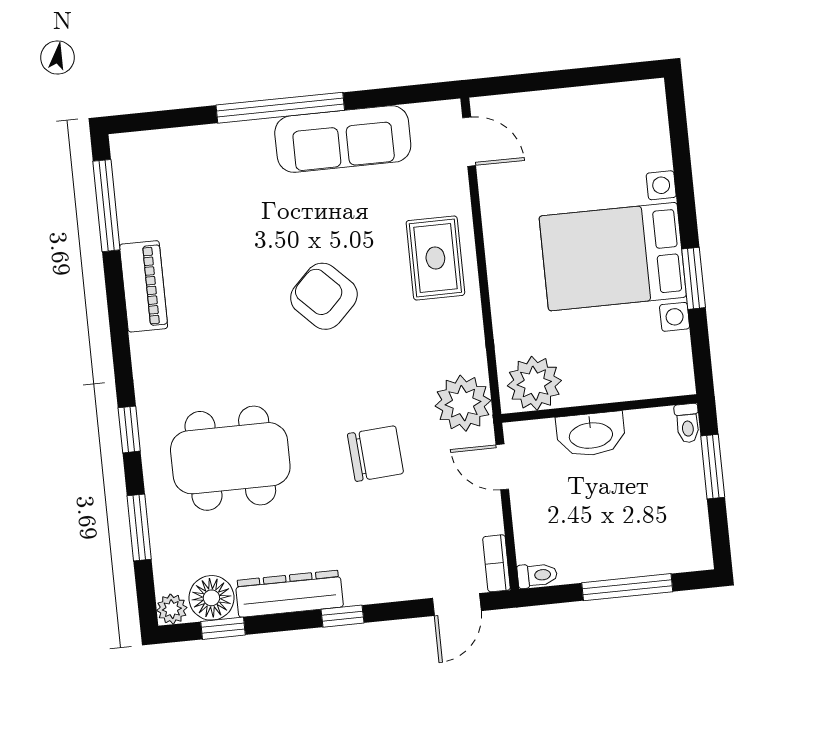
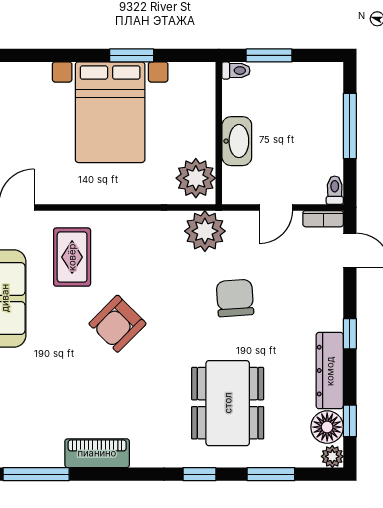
rug: (435, 258) -> (72, 257), moved, turned 90
door: (502, 467) -> (276, 207), moved

